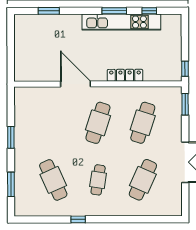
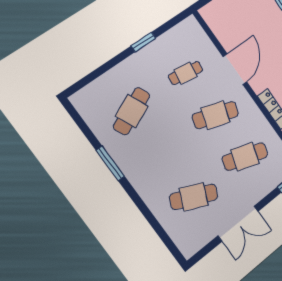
cafe table: (98, 180) -> (186, 73), moved
window: (11, 184) -> (97, 73), removed
window: (78, 219) -> (110, 163), width x2.17

